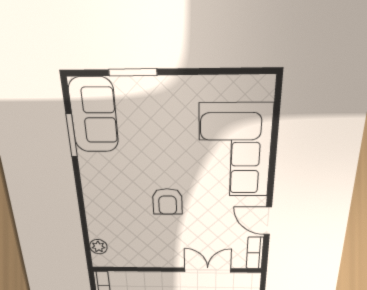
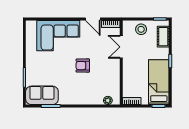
armchair: (167, 202) -> (83, 66), turned 180
door: (268, 221) -> (93, 19), hinge flipped

